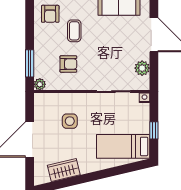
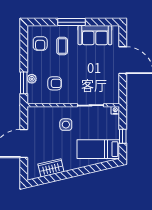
coffee table: (74, 31) -> (62, 46), moved
plant: (142, 68) -> (113, 87), removed
plant: (40, 84) -> (32, 79), moved
side table: (70, 121) -> (66, 125), moved

